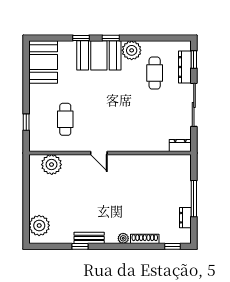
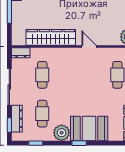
window: (81, 38) -> (36, 143), moved
cafe table: (155, 119) -> (42, 75), added
wardrobe: (145, 164) -> (51, 37), added

